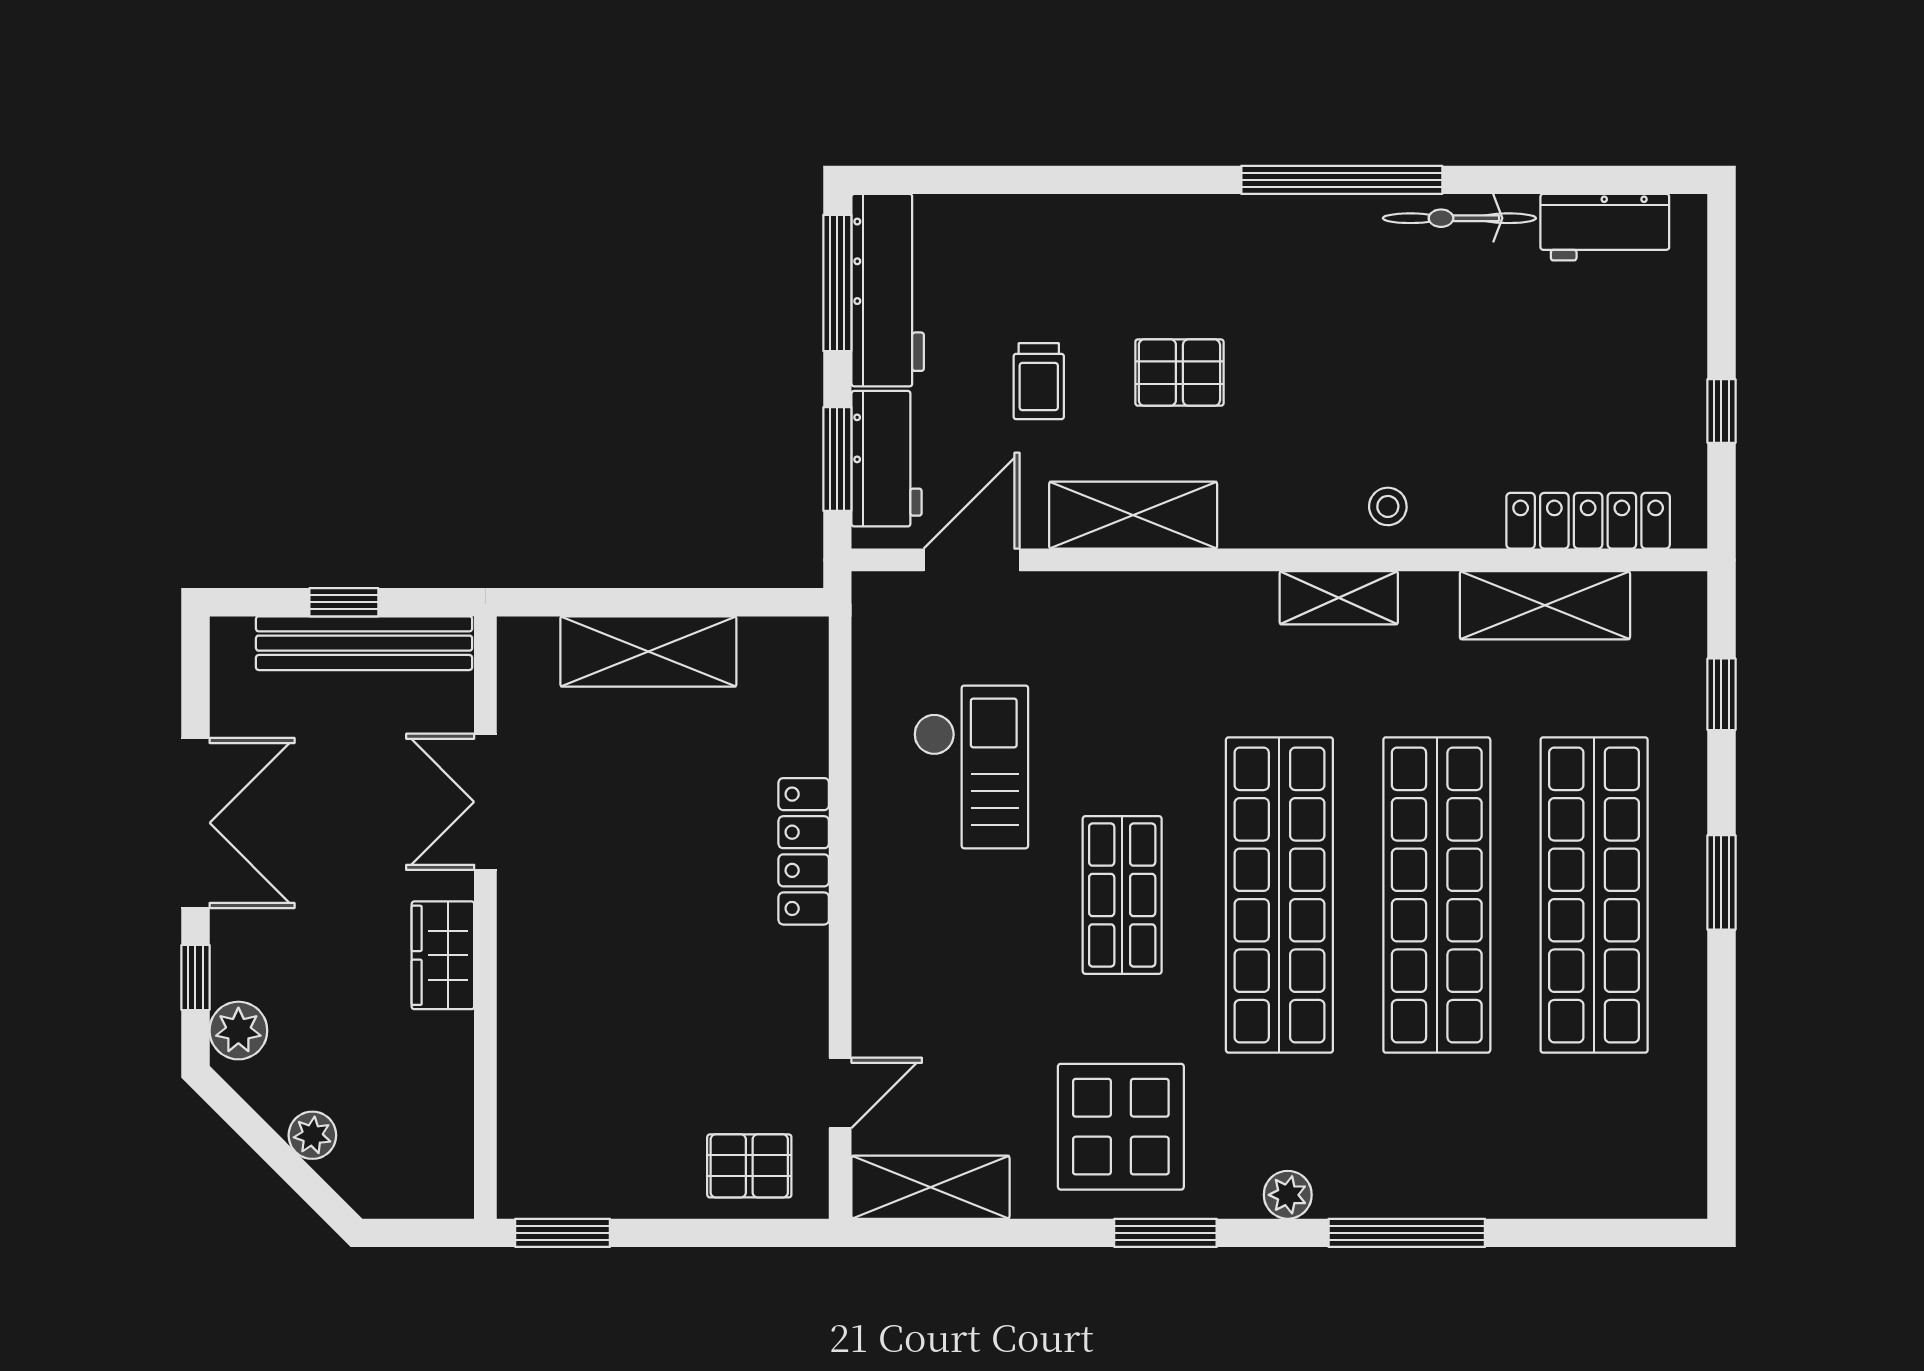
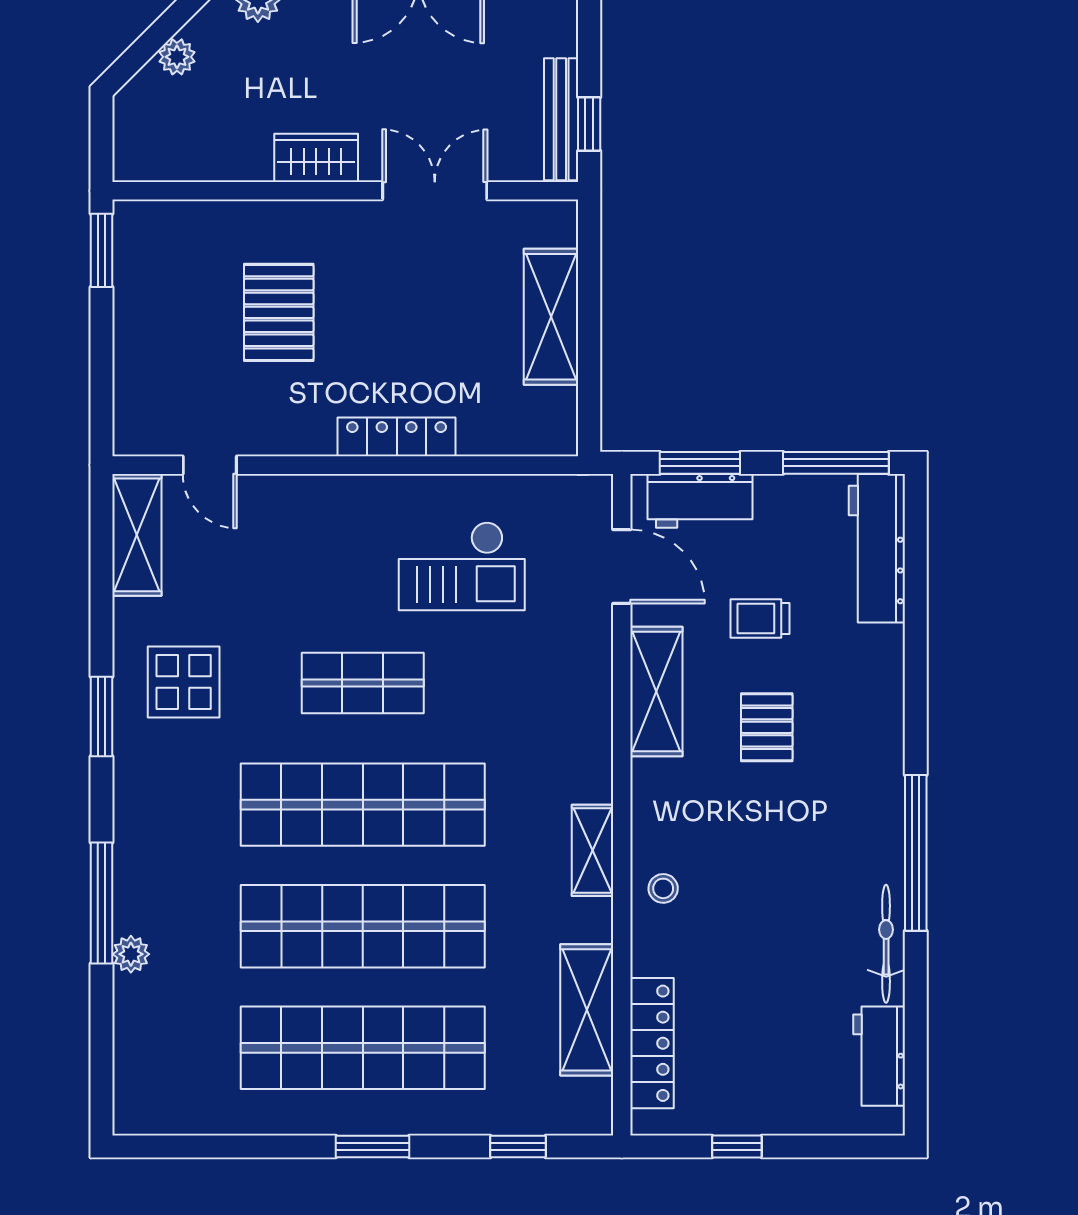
workbench: (888, 290) -> (877, 548), moved, turned 90
window: (344, 602) -> (589, 124), moved
bench: (364, 643) -> (561, 119), width x0.73, depth x0.82
display table: (1121, 1127) -> (184, 682), width x0.73, depth x0.73
pallet: (749, 1166) -> (279, 312), moved, width x1.50, depth x1.42
plant: (1288, 1195) -> (131, 954), moved

